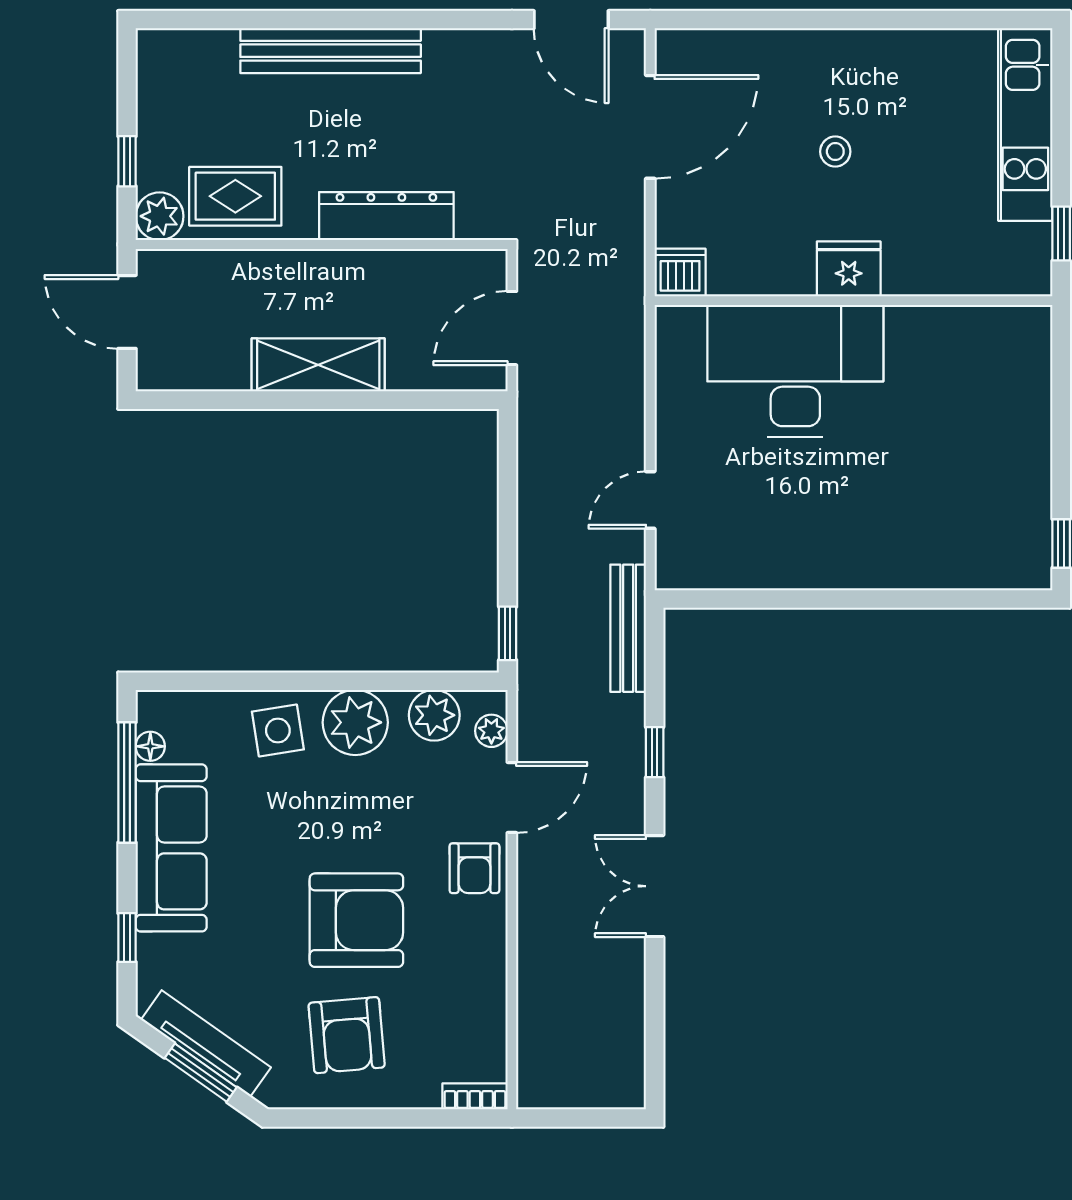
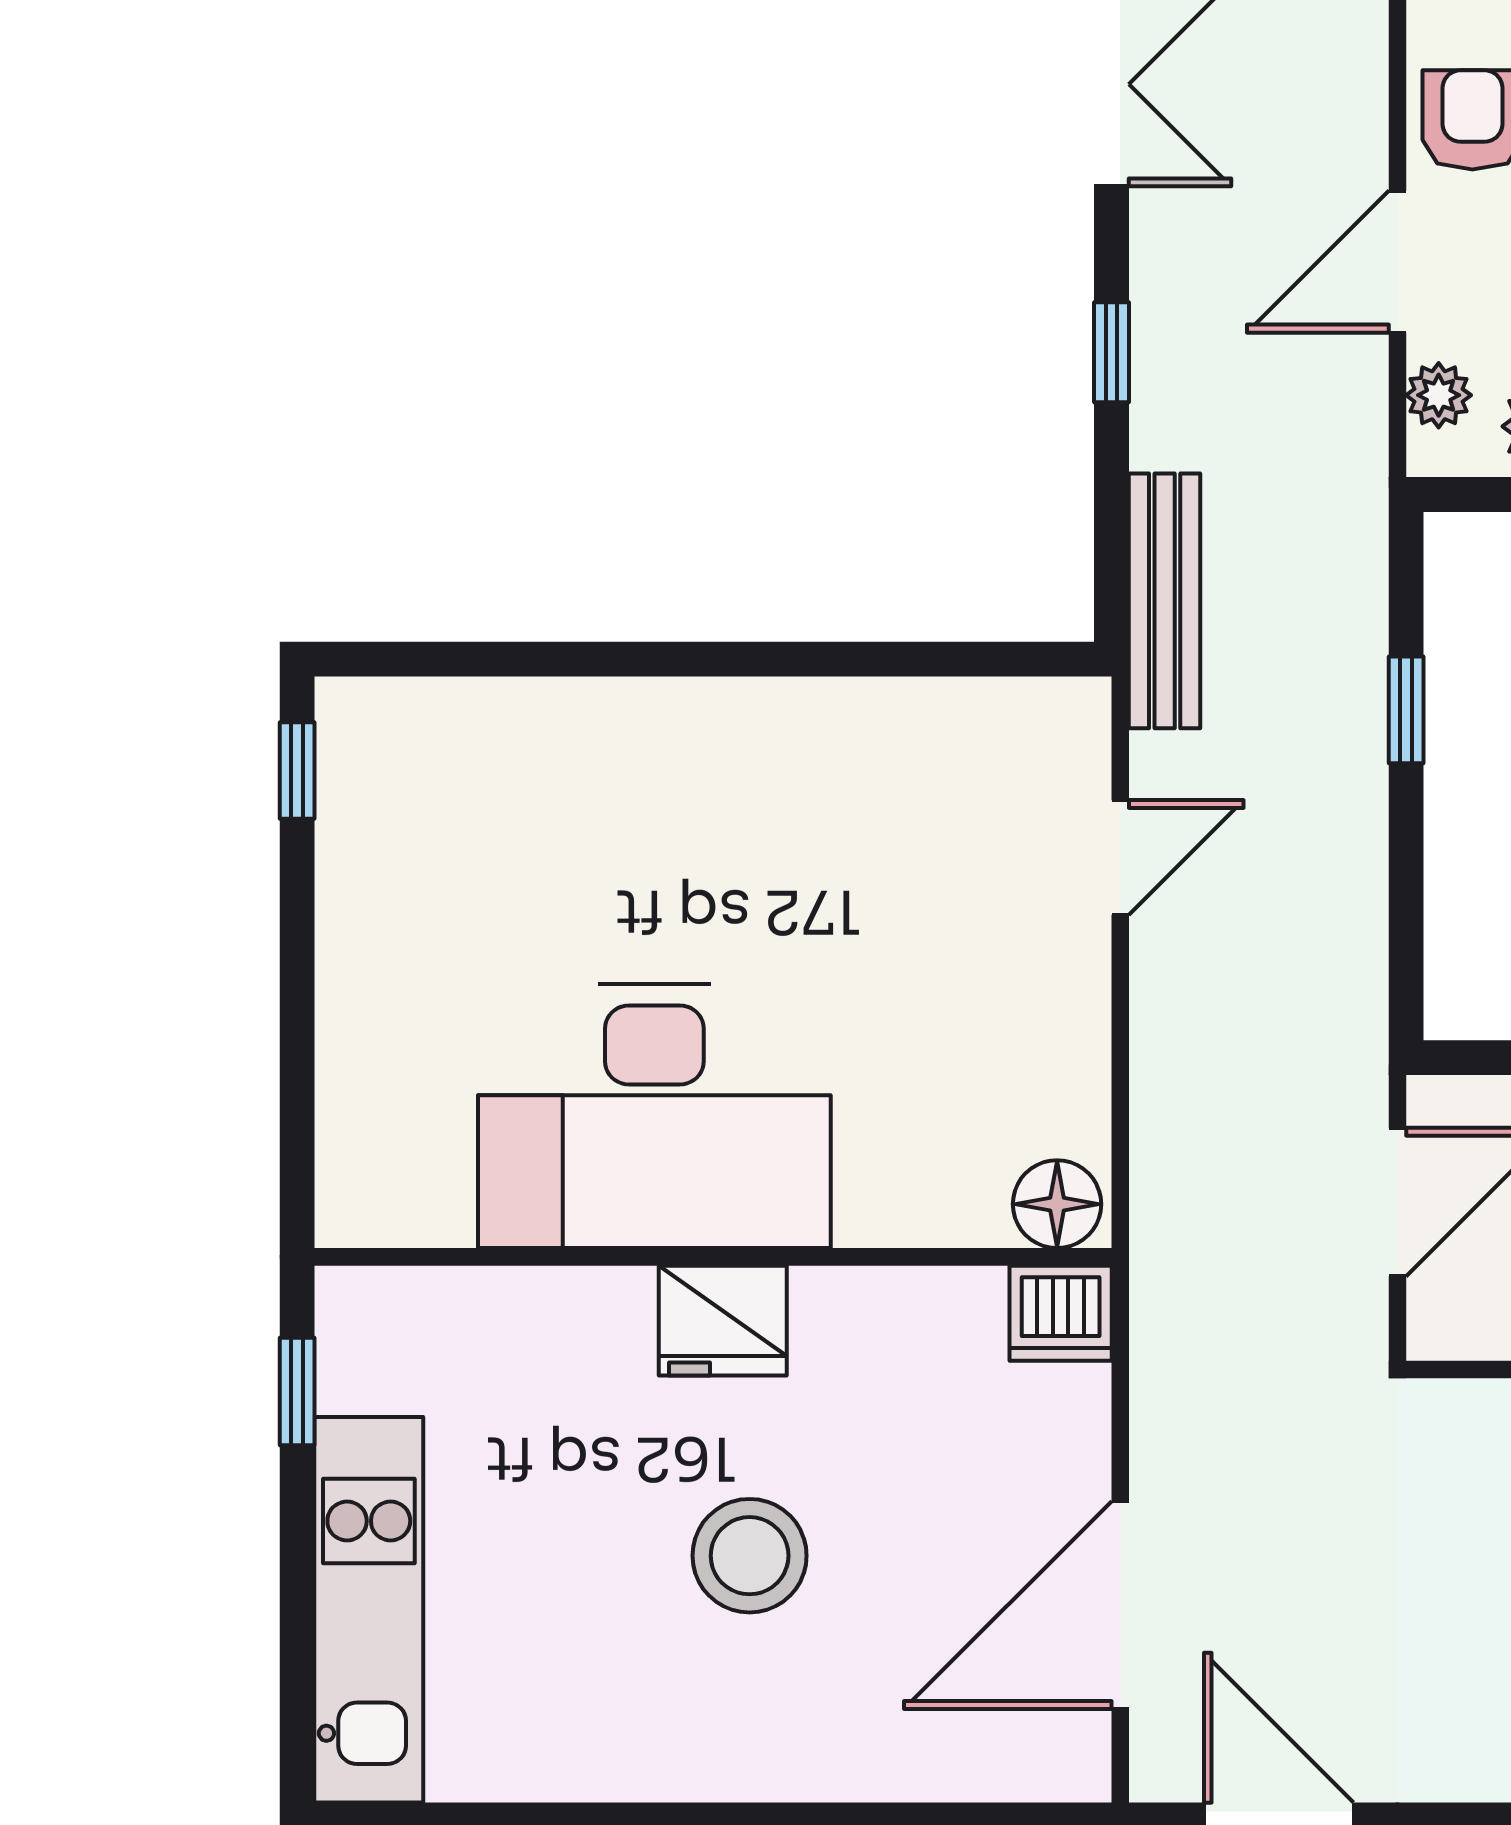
stool: (835, 152) -> (750, 1556), width x1.89, depth x1.89
floor lamp: (682, 327) -> (1057, 1204), added
desk: (795, 371) -> (654, 1116), moved
window: (508, 633) -> (1406, 710), moved

